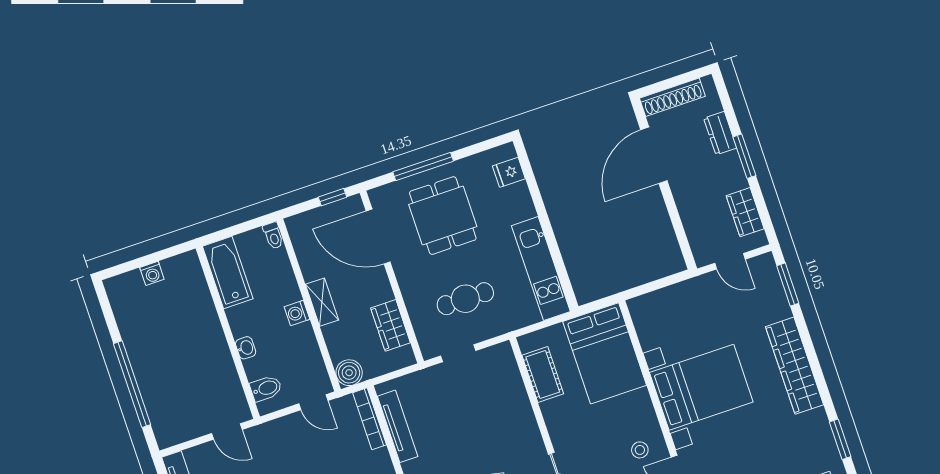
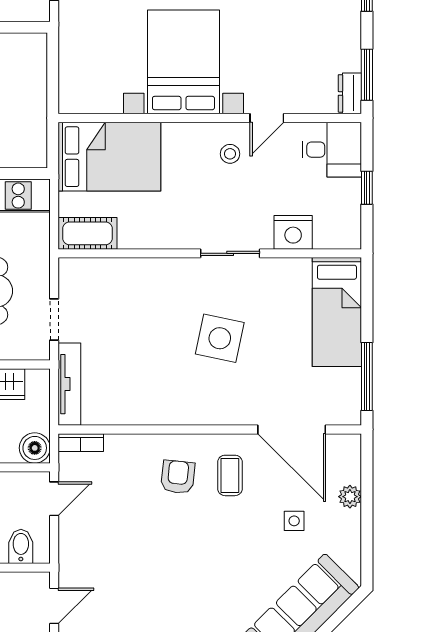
cot: (543, 375) -> (88, 233), moved
bookcase: (370, 419) -> (81, 443), width x0.64
tv unit: (398, 426) -> (69, 384), moved, turned 90

